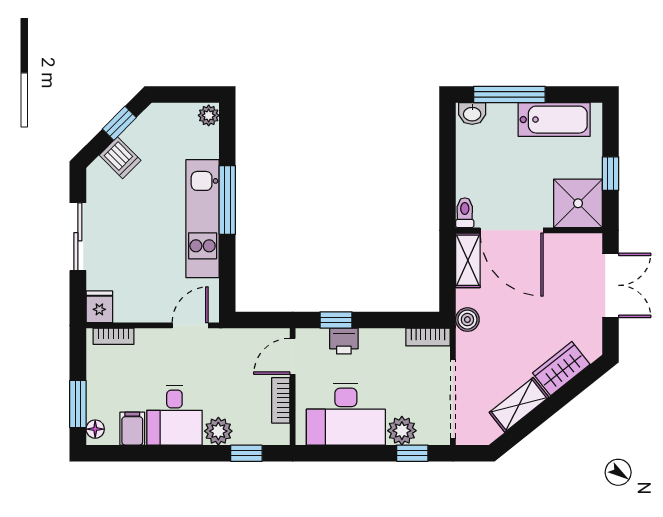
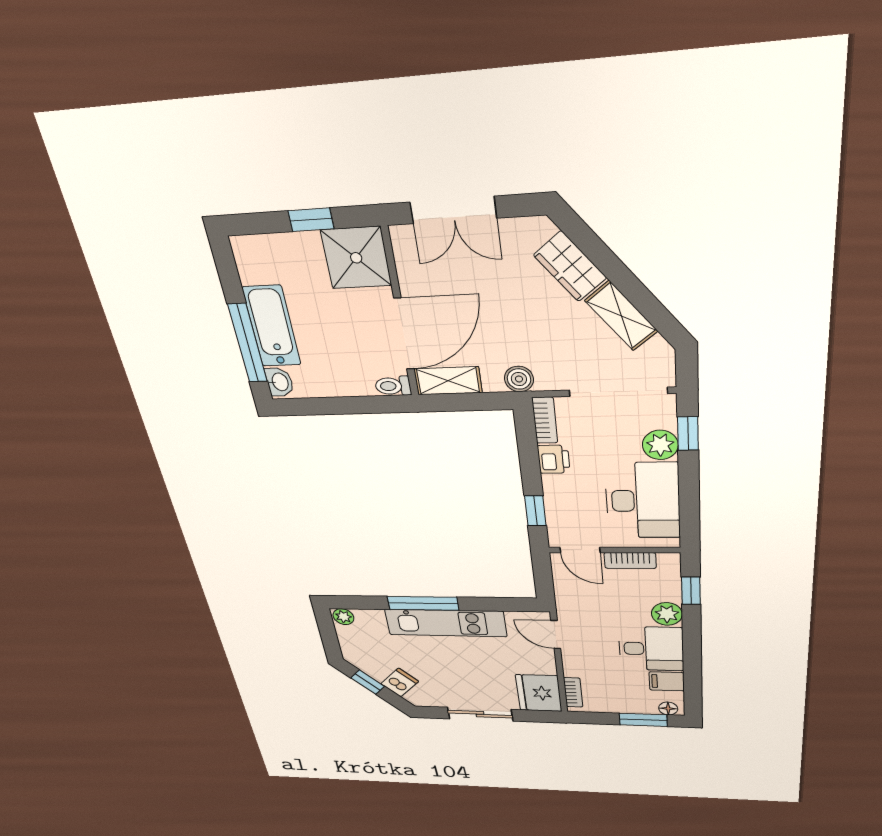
bathtub: (554, 120) -> (272, 326), moved
double door: (611, 285) -> (453, 210), swing flipped
fridge: (99, 307) -> (539, 693), width x1.88, depth x1.34
printer: (344, 341) -> (554, 459), moved

